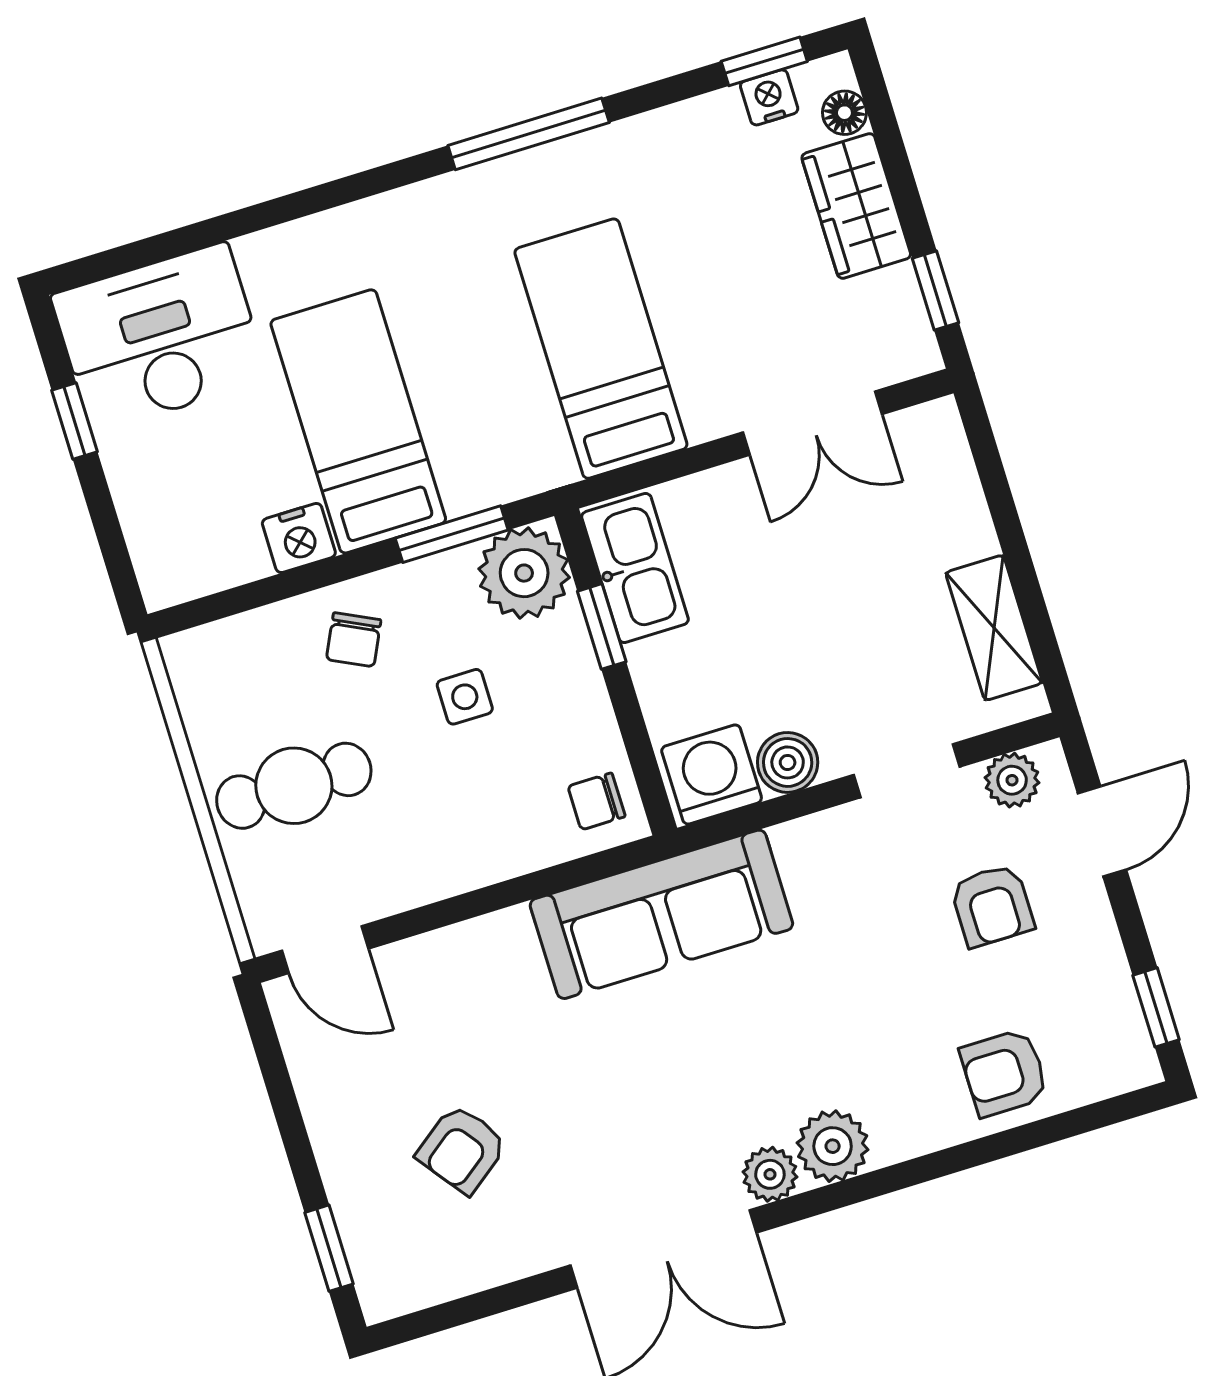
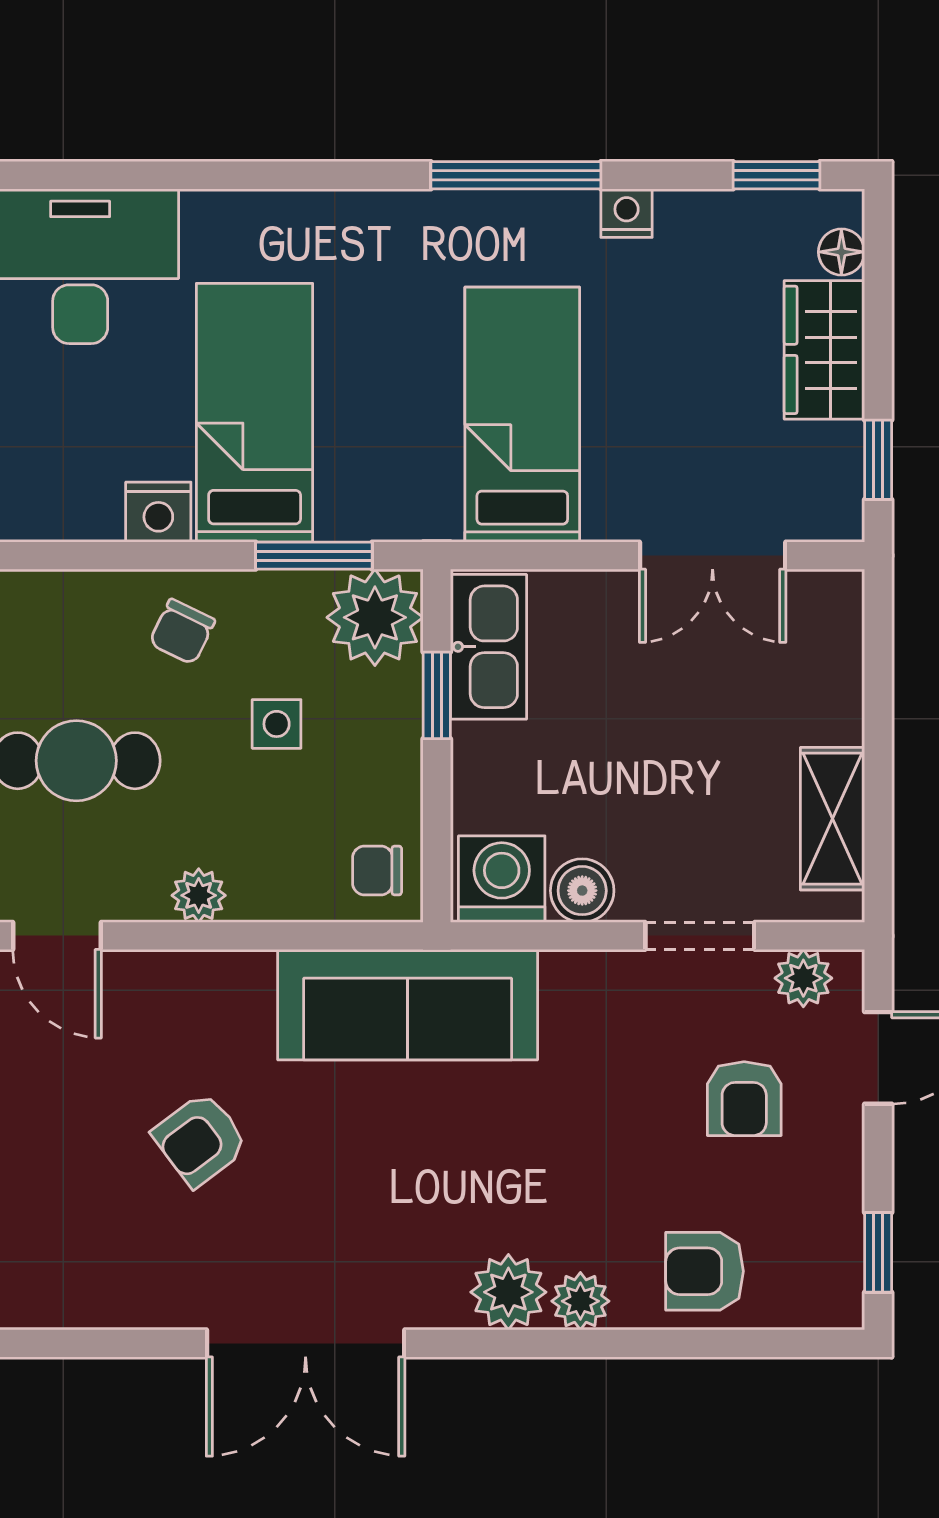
nightstand: (769, 97) -> (627, 213), moved
plant: (442, 874) -> (199, 895), added
armchair: (462, 1149) -> (200, 1139), moved
plant: (770, 1174) -> (580, 1301), moved

